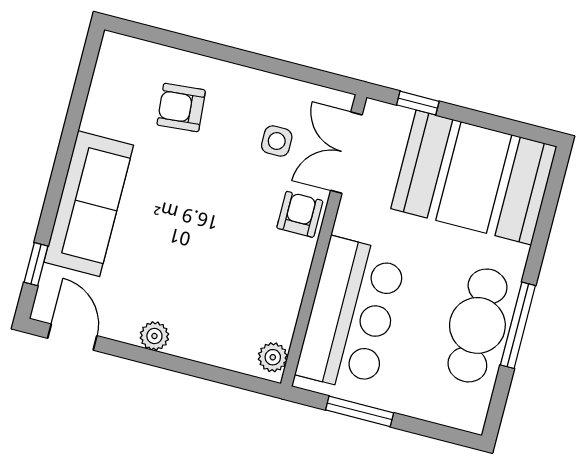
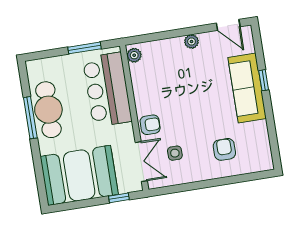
armchair: (181, 108) -> (224, 149), turned -85
armchair: (300, 214) -> (150, 125), turned -90
window: (36, 264) -> (264, 80), moved

